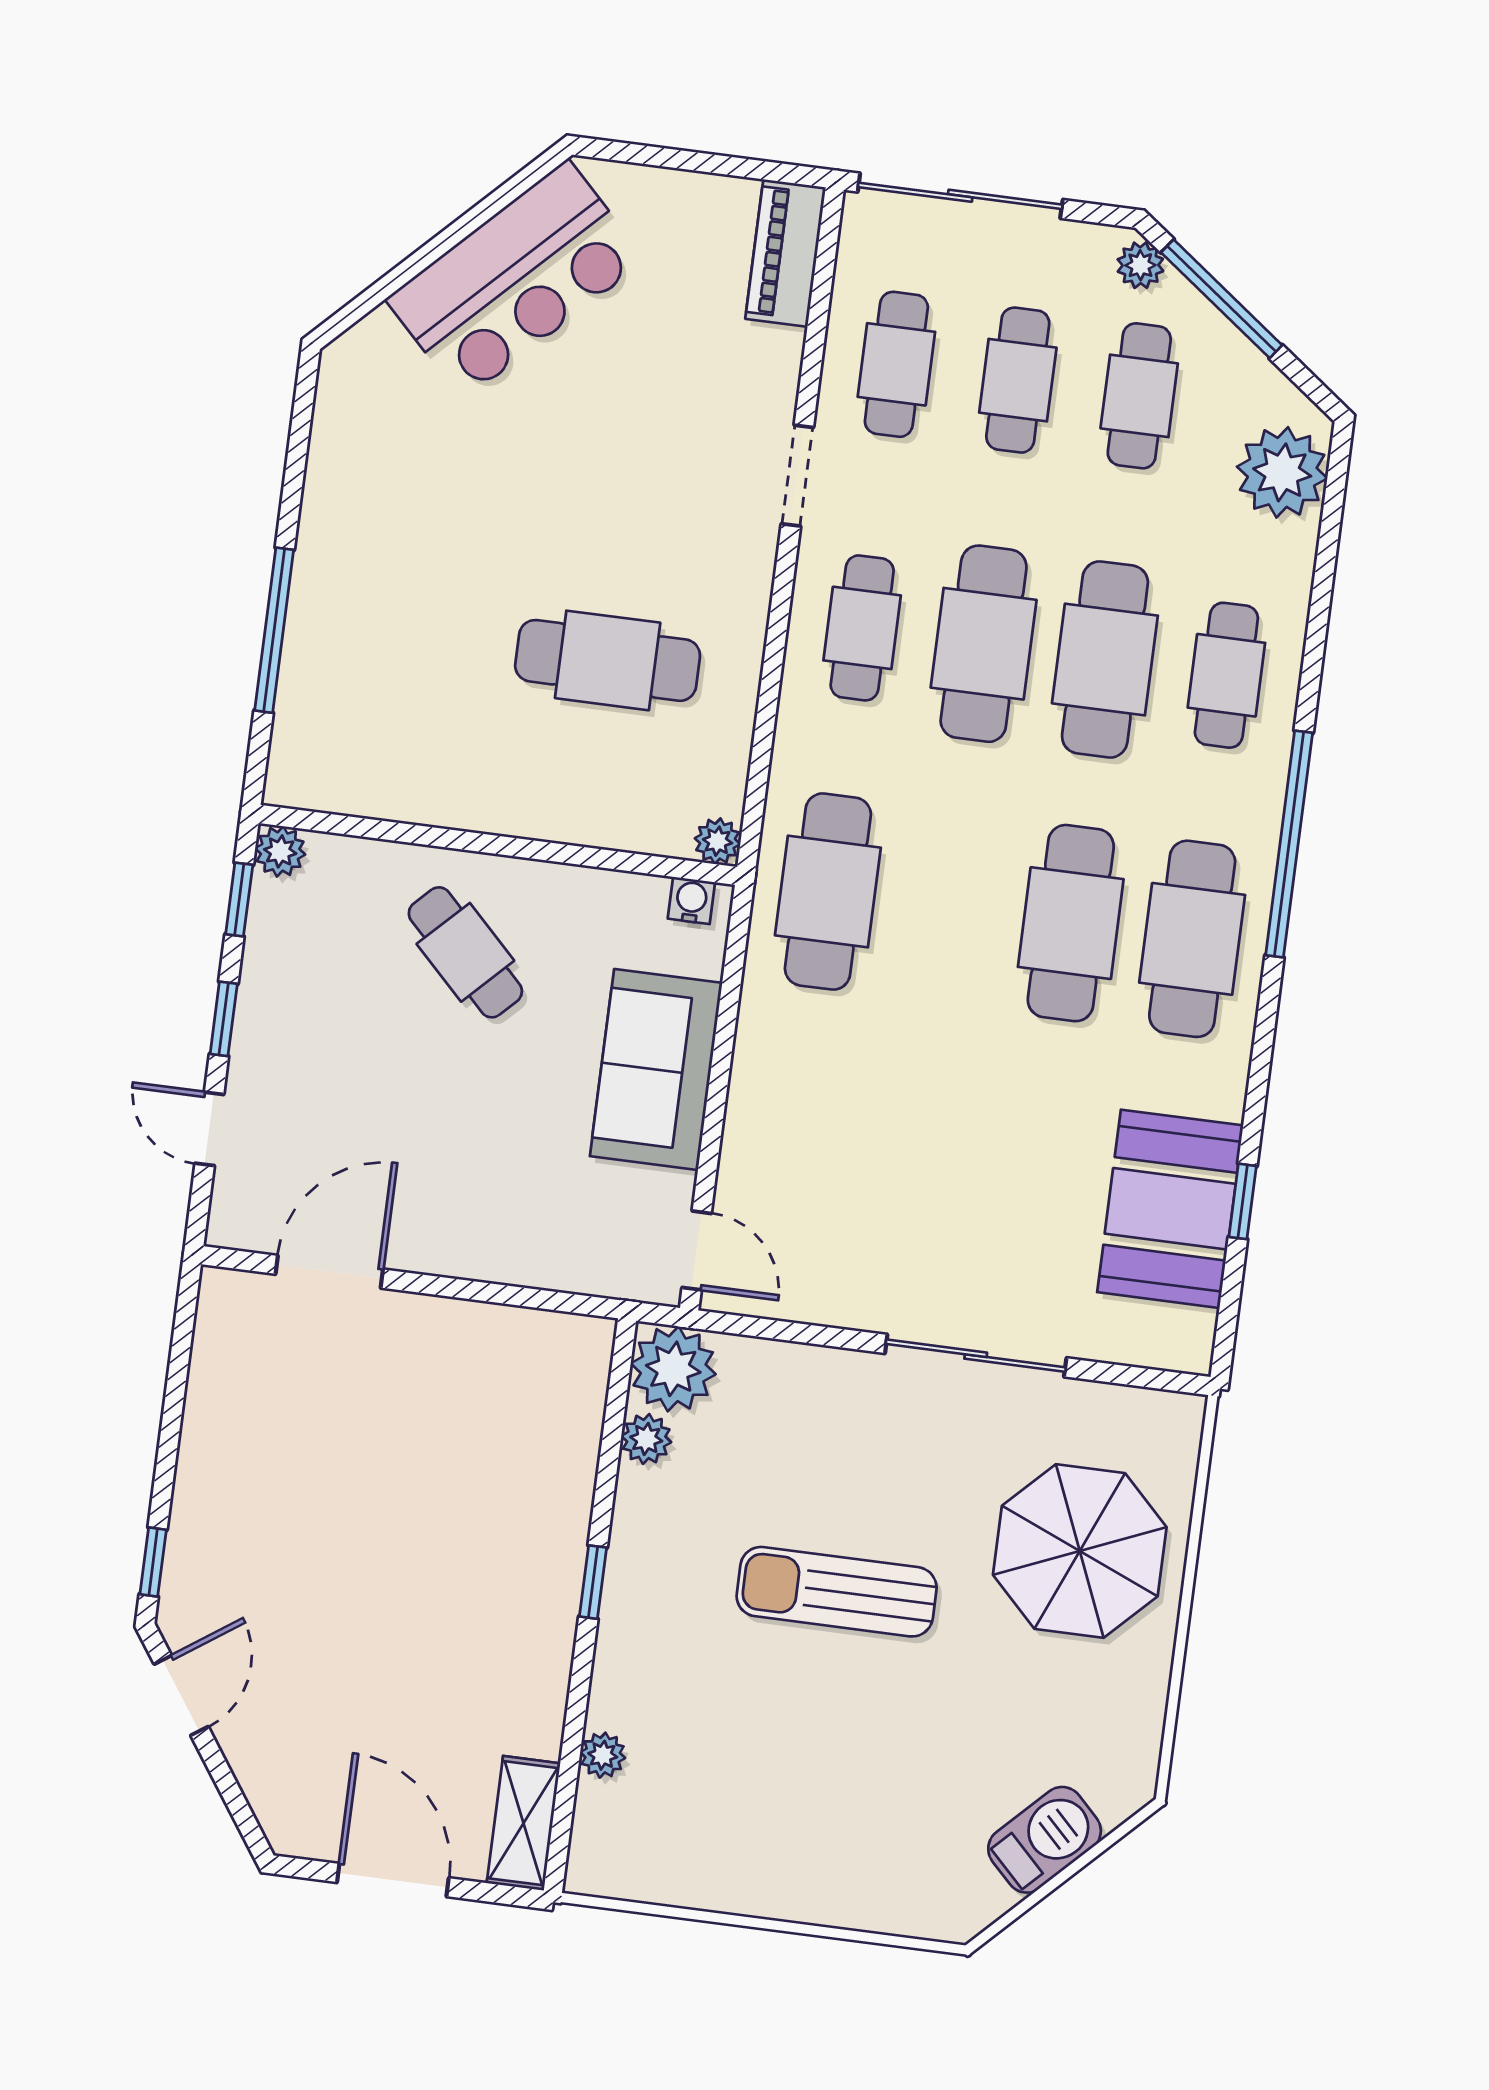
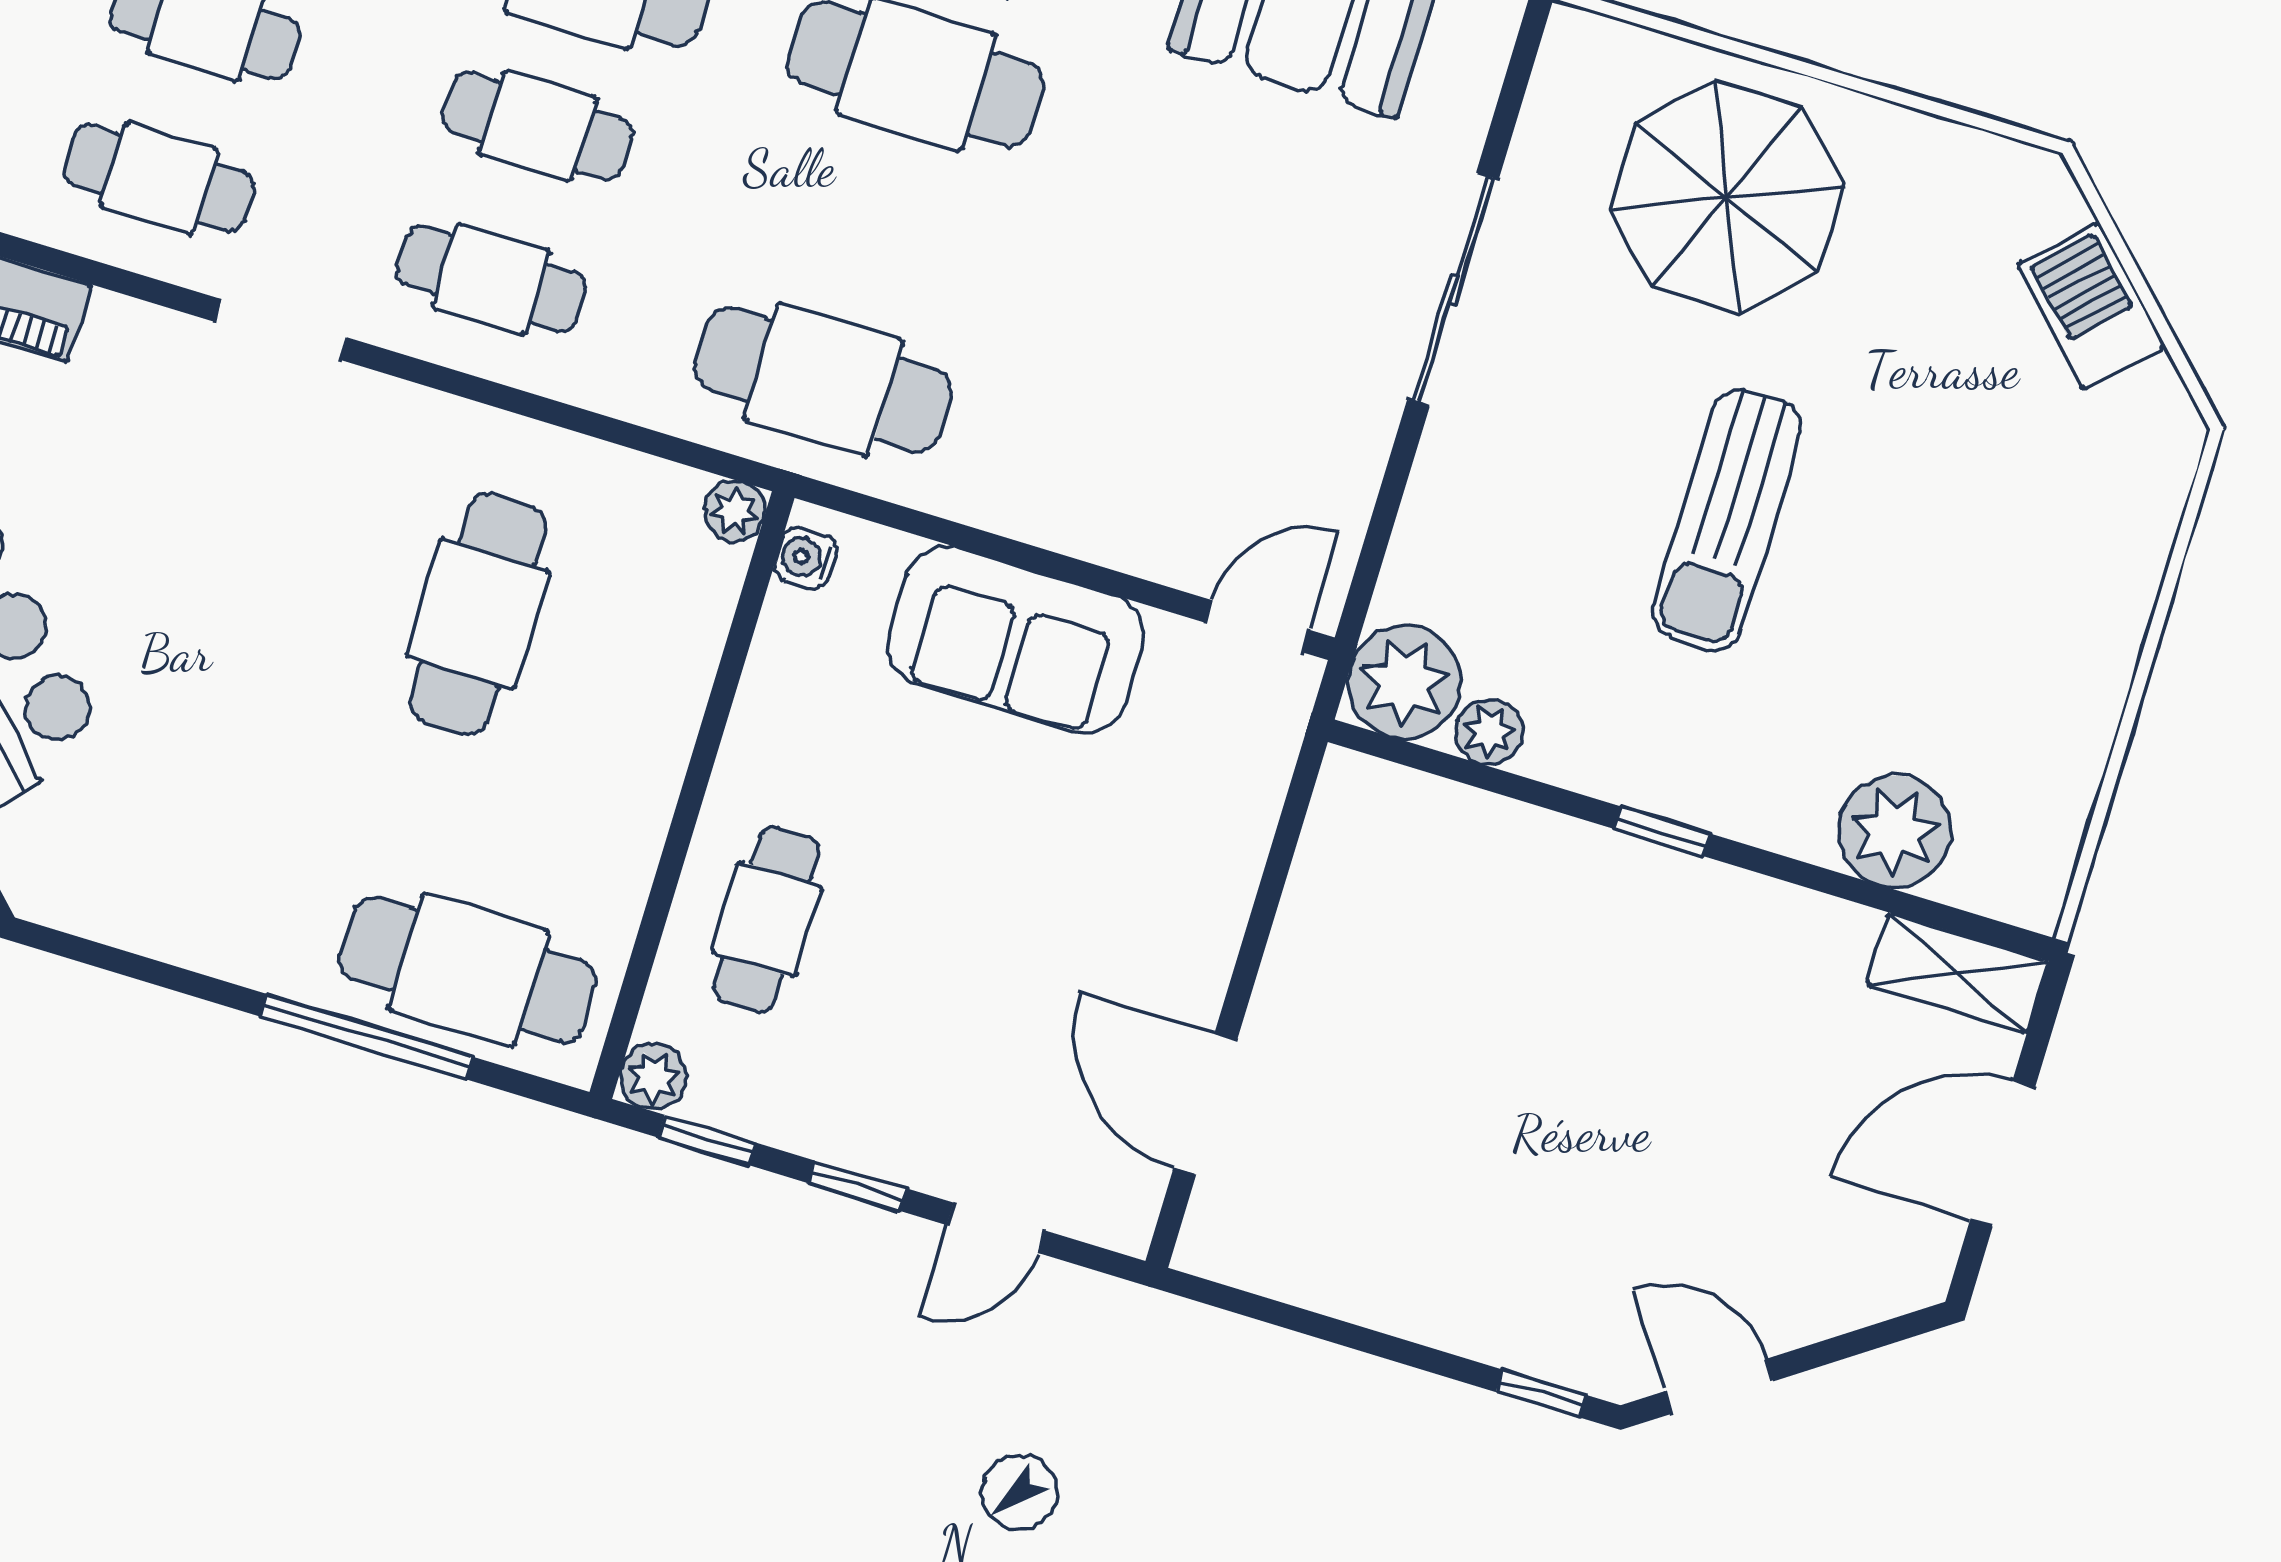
cafe table: (984, 644) -> (538, 126), width x0.73, depth x0.74
cafe table: (337, 698) -> (468, 970), added
cafe table: (465, 952) -> (767, 919), moved, turned -45
plant: (603, 1755) -> (1895, 831), width x1.88, depth x1.88

